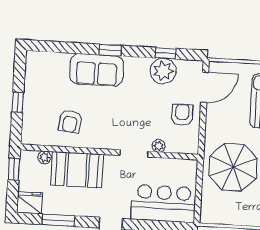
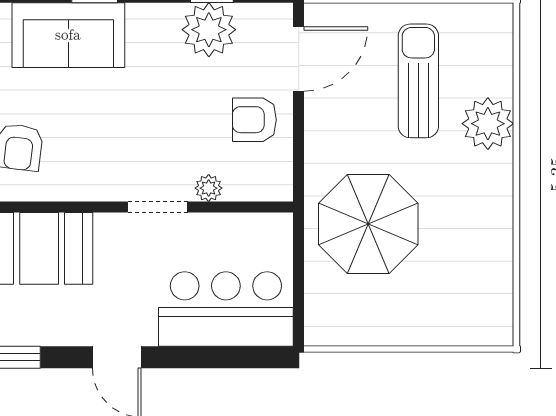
armchair: (182, 115) -> (254, 120), turned -90

